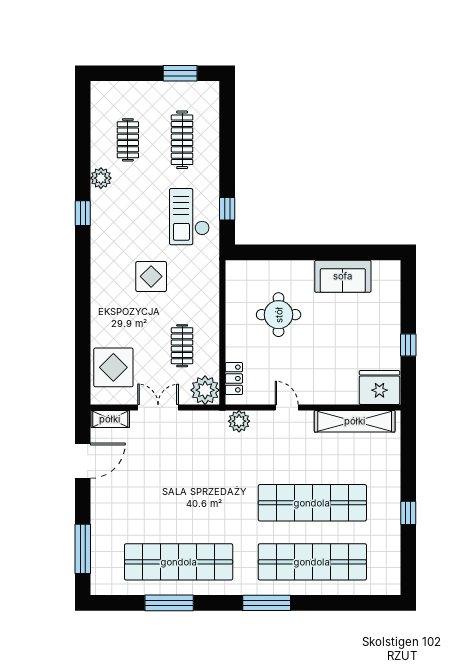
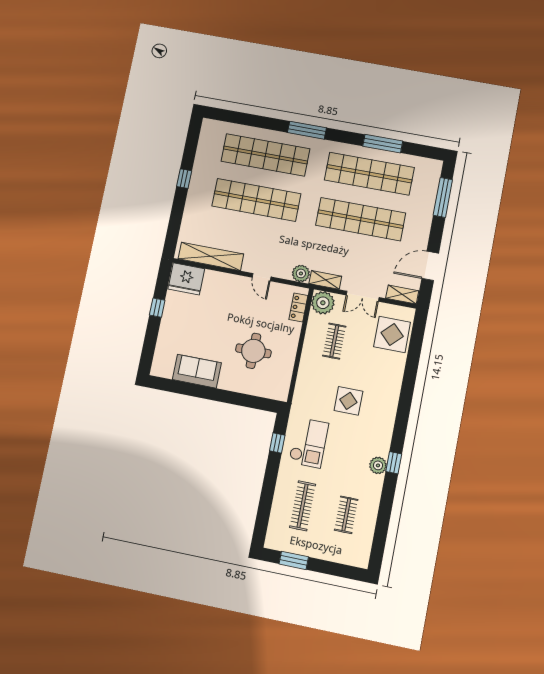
plant: (101, 178) -> (378, 465), moved
shelving: (208, 419) -> (325, 280), added
shop shelf: (179, 503) -> (361, 219), added

